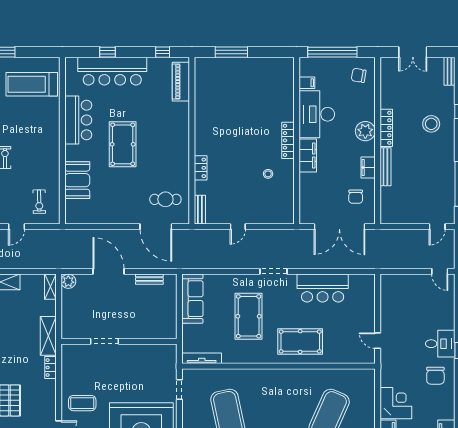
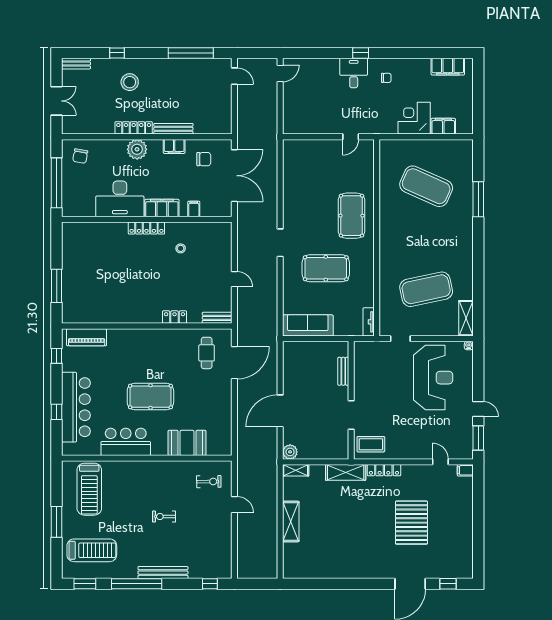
filing cabinet: (307, 83) -> (194, 209), moved
bench: (149, 279) -> (343, 371), moved
bar counter: (323, 288) -> (297, 193), removed
tv unit: (202, 358) -> (369, 322), width x0.71
locker: (50, 368) -> (384, 470), width x1.53
chair: (435, 376) -> (386, 78), width x0.54, depth x0.54
coffee table: (82, 403) -> (371, 444), moved, turned 90

